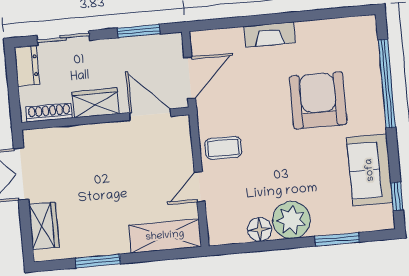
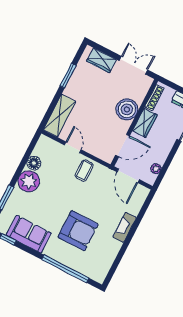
window: (139, 31) -> (166, 166), removed
plant: (153, 43) -> (156, 169), added
boiler: (93, 142) -> (127, 109), added

